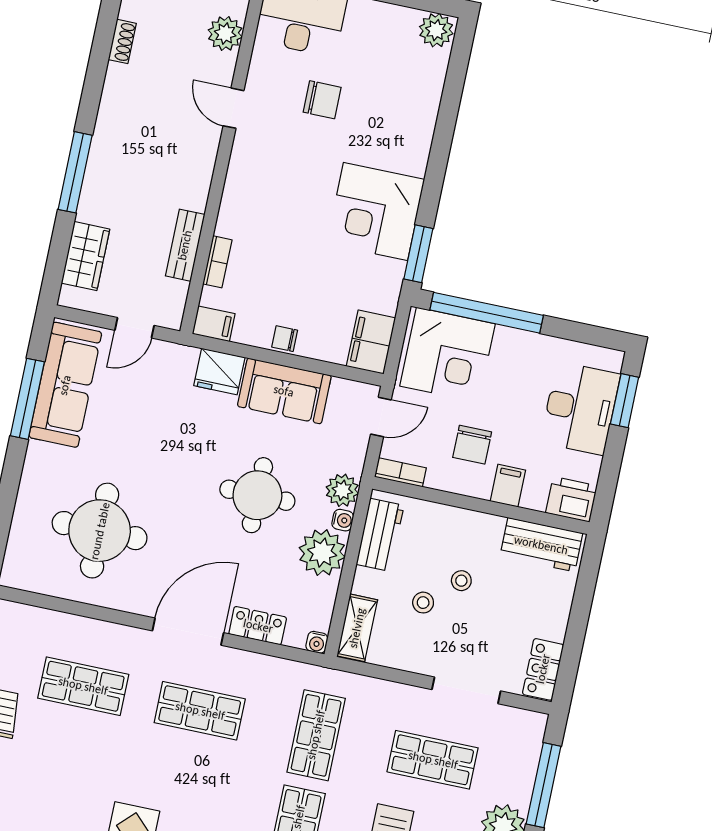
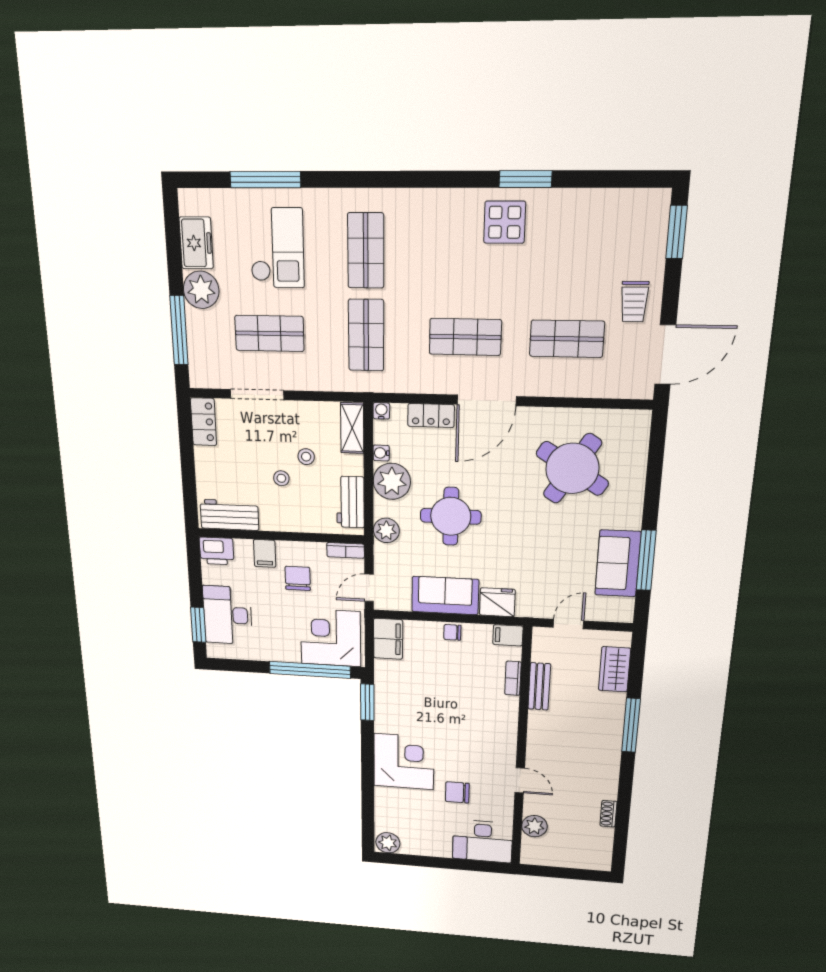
corner desk: (376, 211) -> (404, 762), moved
chair: (285, 339) -> (452, 632), turned 180
sofa: (65, 385) -> (618, 563), width x0.73
water cooler: (343, 520) -> (381, 453), moved
round table: (100, 531) -> (572, 468), turned 32

